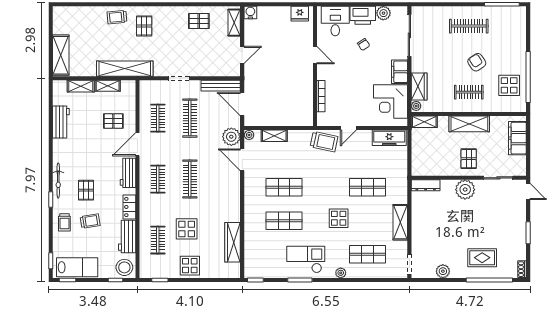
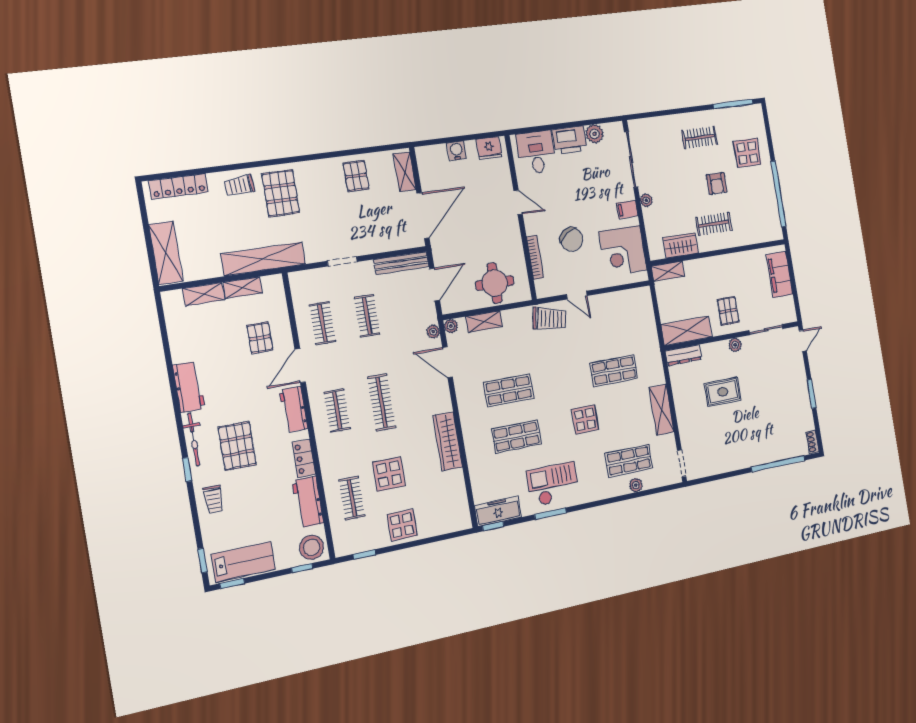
locker: (76, 12) -> (178, 186), added
water cooler: (250, 12) -> (456, 151), moved
pallet: (199, 21) -> (356, 176), turned 90
pallet: (144, 26) -> (281, 193), width x1.50, depth x1.42
clothes rail: (469, 26) -> (699, 138), width x0.73
chair: (364, 44) -> (572, 239), moved, width x1.87, depth x1.87
door: (242, 55) -> (423, 216), width x1.88
armchair: (477, 62) -> (717, 183), turned -146
filing cabinet: (400, 72) -> (627, 209), width x0.50
display table: (509, 85) -> (747, 153), moved
wardrobe: (419, 87) -> (681, 245), moved, turned -90
door: (242, 104) -> (435, 284), swing flipped
plant: (416, 106) -> (646, 200), moved
round table: (287, 110) -> (495, 283), added
clothes rail: (190, 118) -> (367, 316), width x0.73
pallet: (113, 121) -> (260, 338), turned 90
workbench: (61, 122) -> (189, 387), moved
shelving: (469, 124) -> (687, 331), moved
door: (348, 128) -> (577, 295), hinge flipped
plant: (231, 137) -> (433, 332), width x0.53, depth x0.53
freezer: (389, 138) -> (498, 511), moved, turned 180
pallet: (86, 190) -> (237, 446), width x1.50, depth x1.42
plant: (465, 190) -> (735, 345), width x0.53, depth x0.53
door: (528, 191) -> (803, 341), hinge flipped
trolley: (90, 221) -> (251, 490), removed
wardrobe: (233, 242) -> (448, 441), moved
rug: (482, 258) -> (723, 392), moved
plant: (443, 271) -> (723, 464), removed
plant: (341, 273) -> (636, 485), moved

